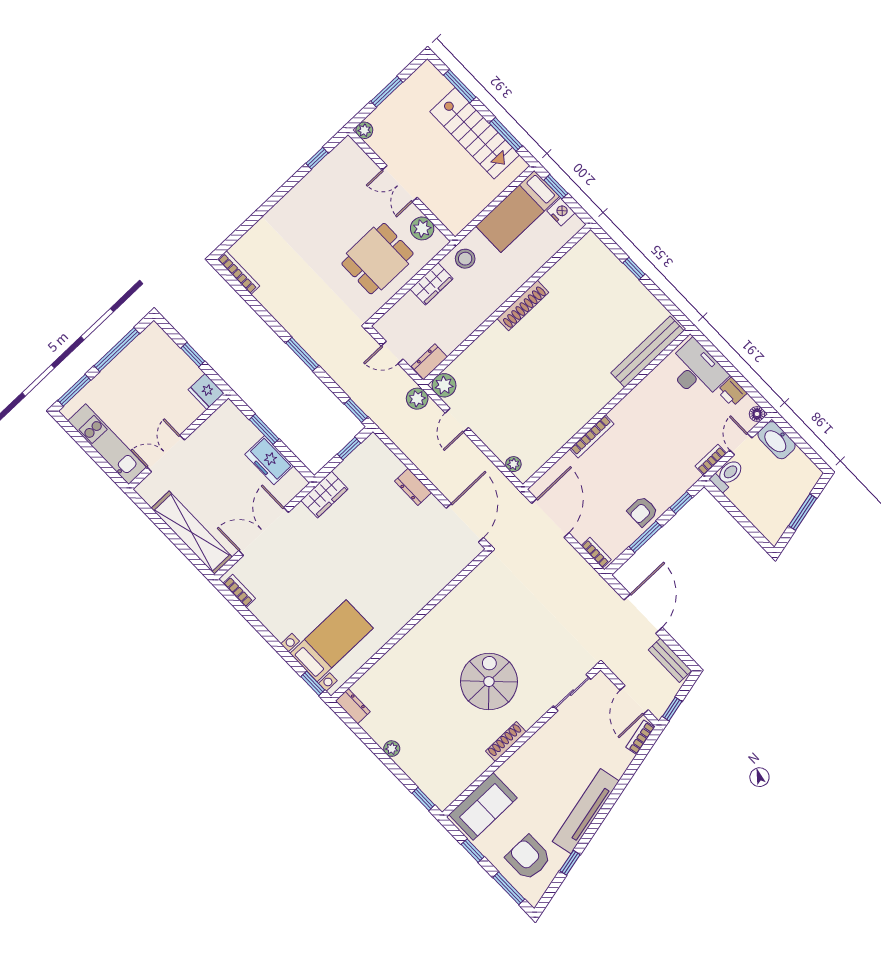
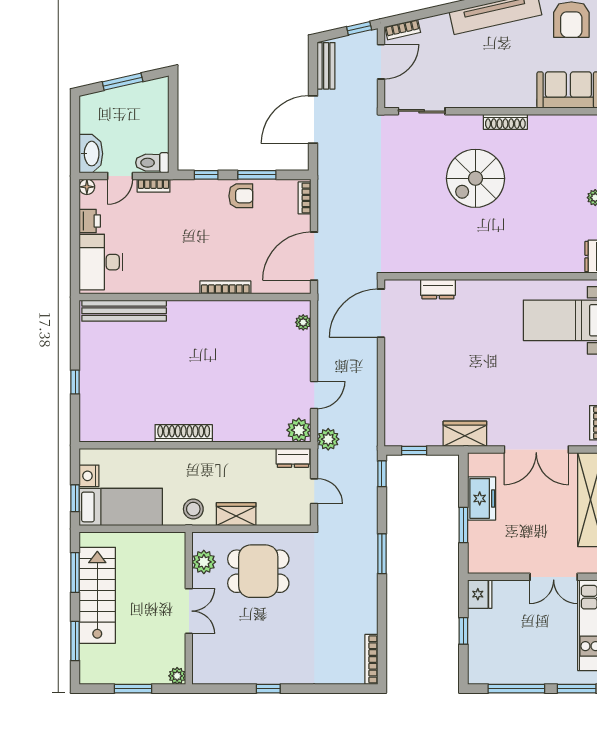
window: (317, 158) -> (268, 689), moved
dresser: (413, 487) -> (438, 289), moved, turned 90

